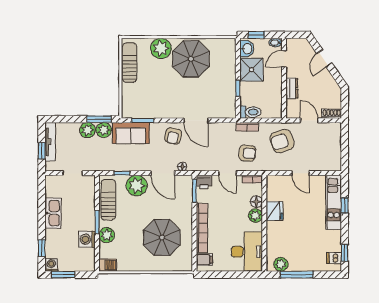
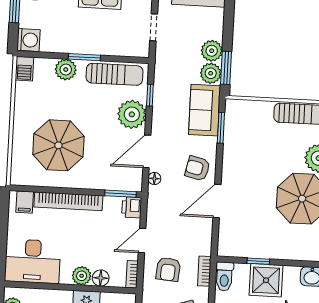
shower: (251, 70) -> (266, 280), moved
washing machine: (87, 239) -> (29, 40), moved, turned 90

